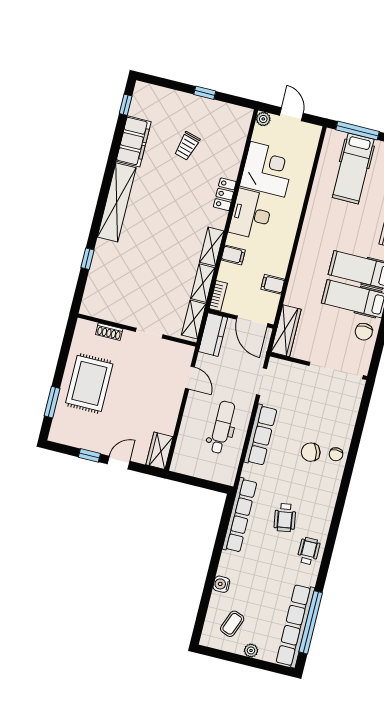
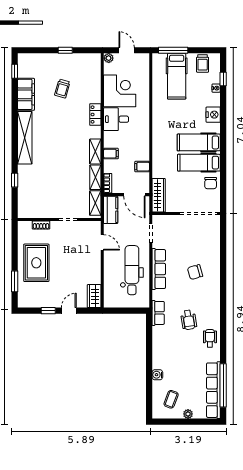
desk: (251, 214) -> (116, 119), width x0.73
dental chair: (222, 427) -> (132, 270), width x1.36, depth x1.38
chair: (336, 454) -> (212, 269), removed
row of seats: (240, 515) -> (158, 313), width x0.50

